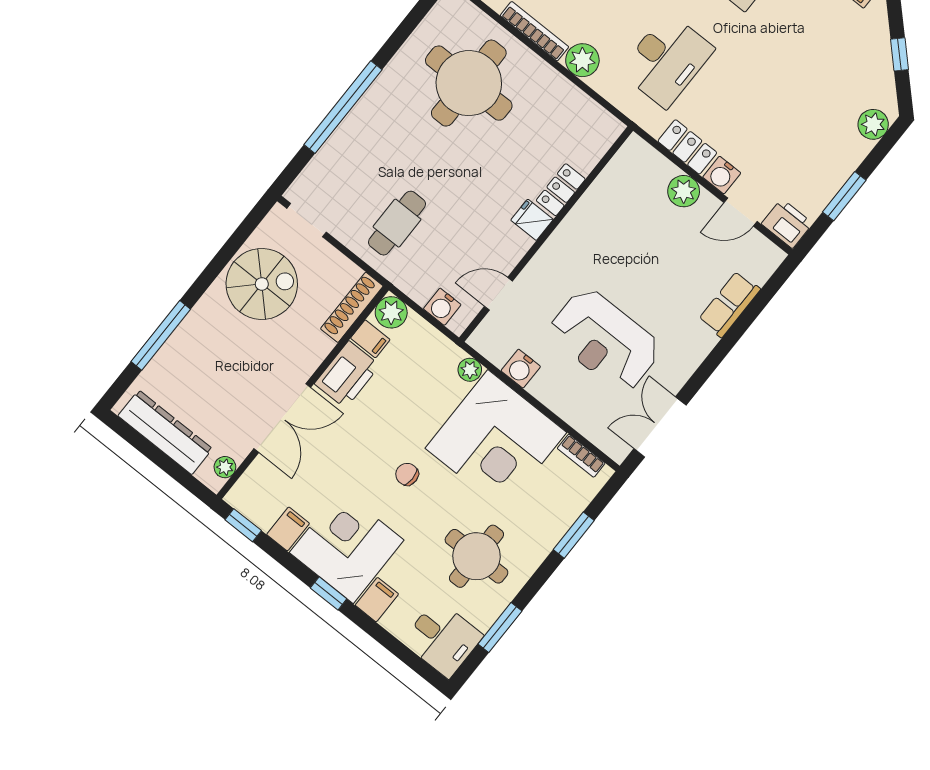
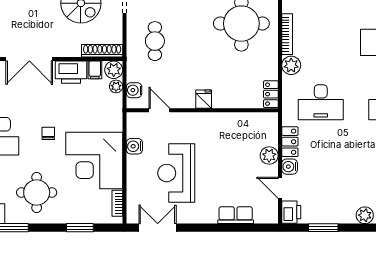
locker: (561, 190) -> (271, 94), moved, turned -90
cafe table: (397, 223) -> (155, 41), turned 90
plant: (470, 370) -> (116, 86), moved

